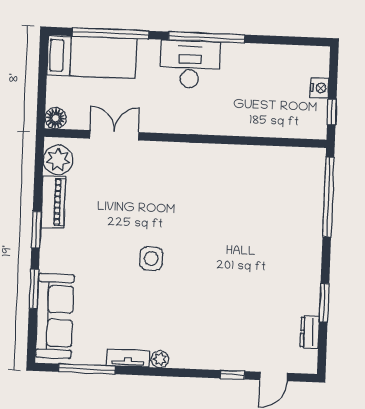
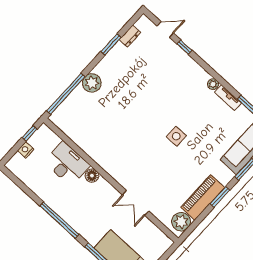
desk: (190, 64) -> (67, 164), moved, turned 180
floor lamp: (56, 118) -> (92, 176), moved
double door: (114, 135) -> (136, 203), moved
piano: (53, 202) -> (203, 197), width x1.37, depth x1.33
plant: (308, 237) -> (92, 83), added

